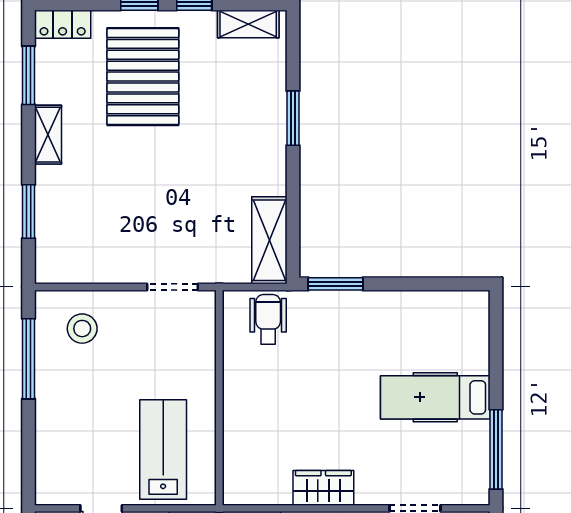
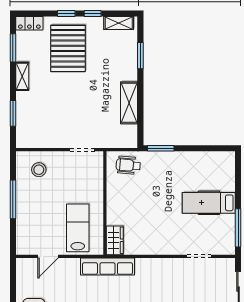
window: (293, 118) -> (140, 56), moved
shelving: (269, 240) -> (129, 103), moved
wheelchair: (268, 319) -> (128, 165), turned -85
window: (29, 359) -> (13, 199), moved
wardrobe: (323, 488) -> (115, 240), moved, turned 90

